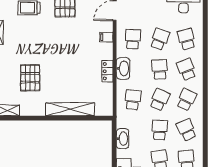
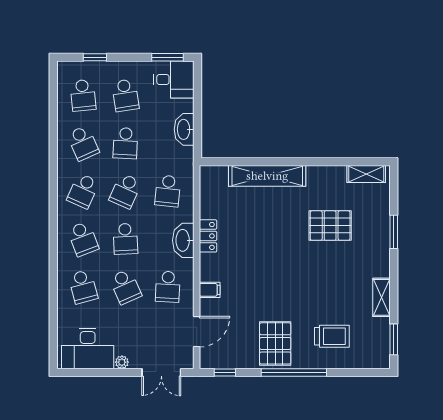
school desk: (160, 39) -> (125, 287), turned -45
pallet: (30, 78) -> (330, 226), turned 90

